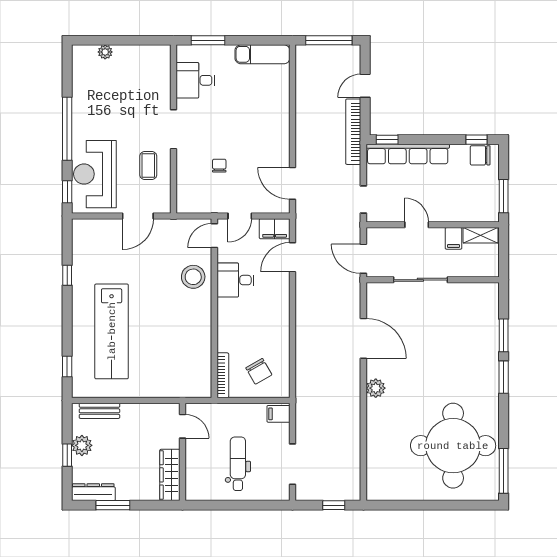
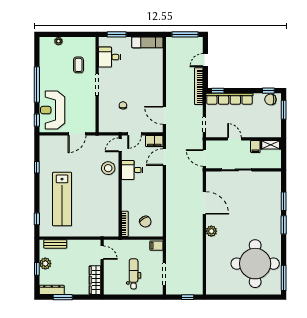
coffee table: (148, 165) -> (78, 65), moved
window: (504, 196) -> (284, 110), moved

